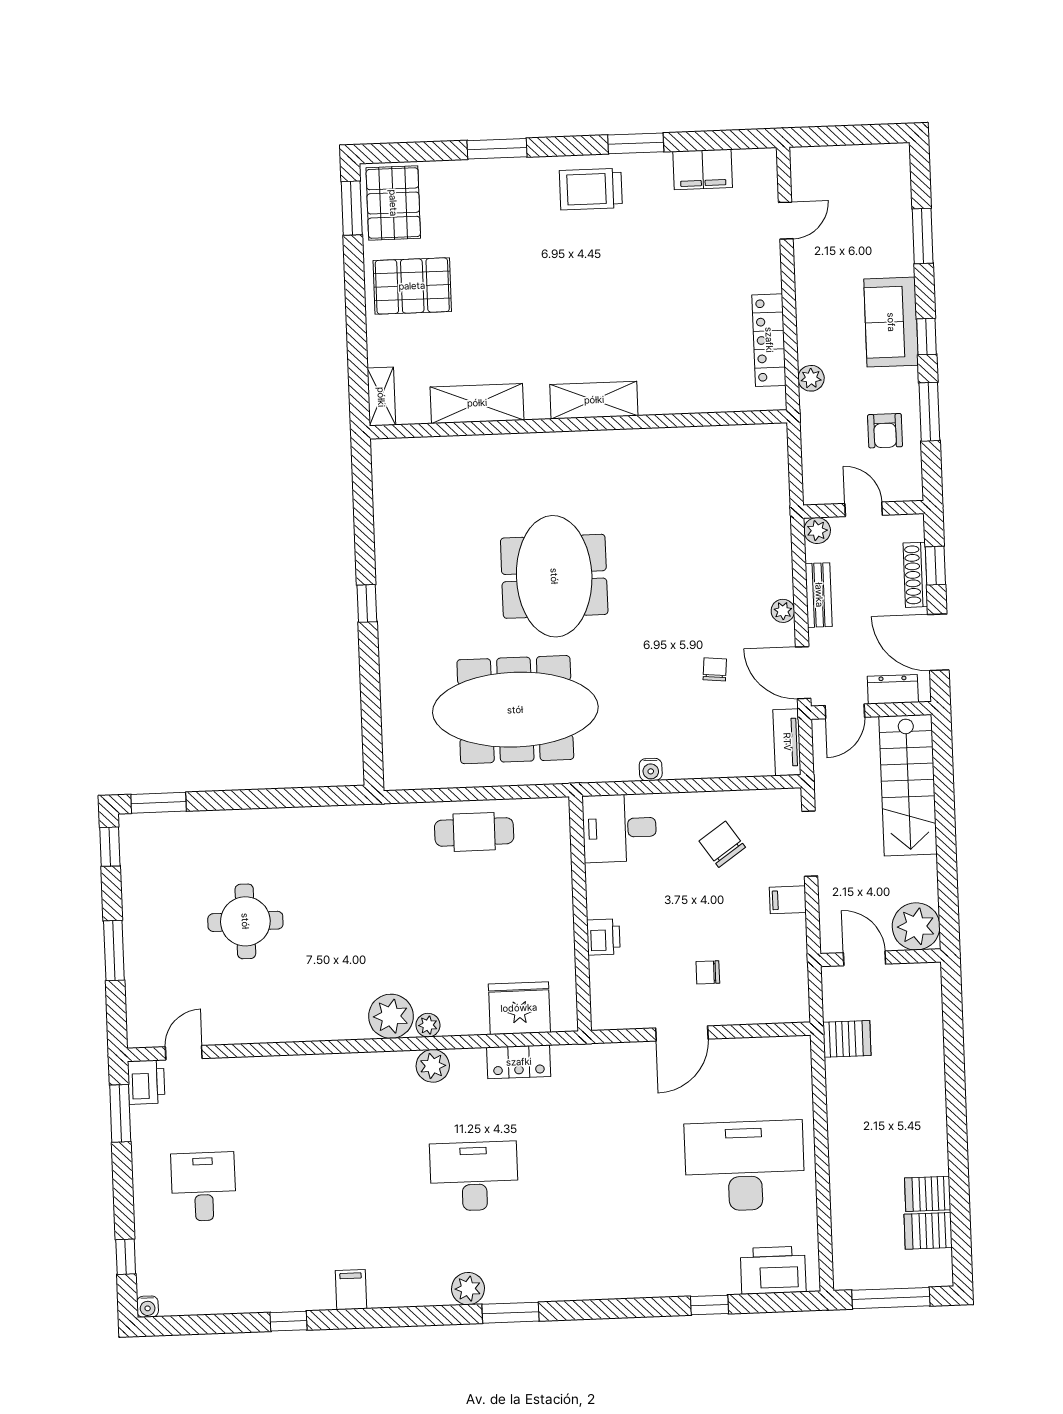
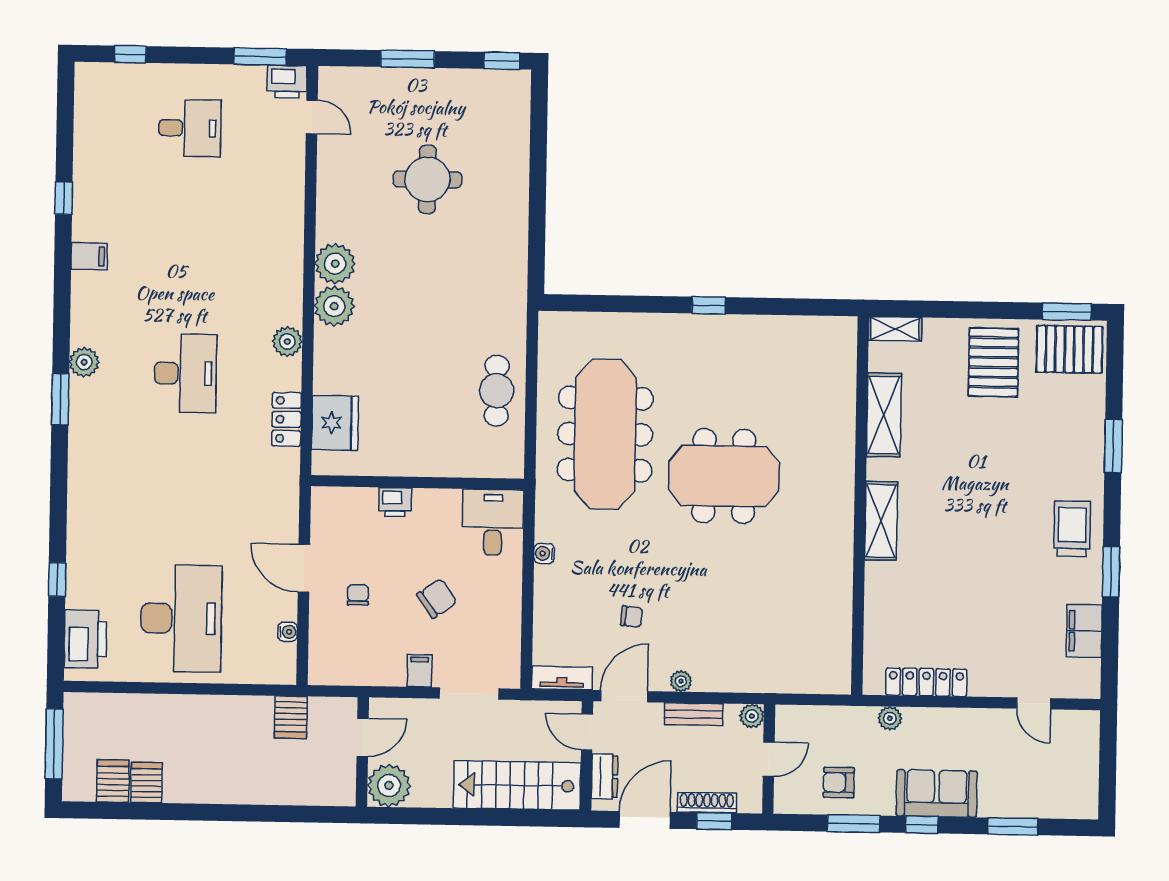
window: (159, 803) -> (539, 107), removed
chair: (722, 844) -> (437, 598), moved
plant: (428, 1025) -> (335, 264), moved, width x1.87, depth x1.87
water cooler: (147, 1307) -> (288, 632), moved, turned 180

